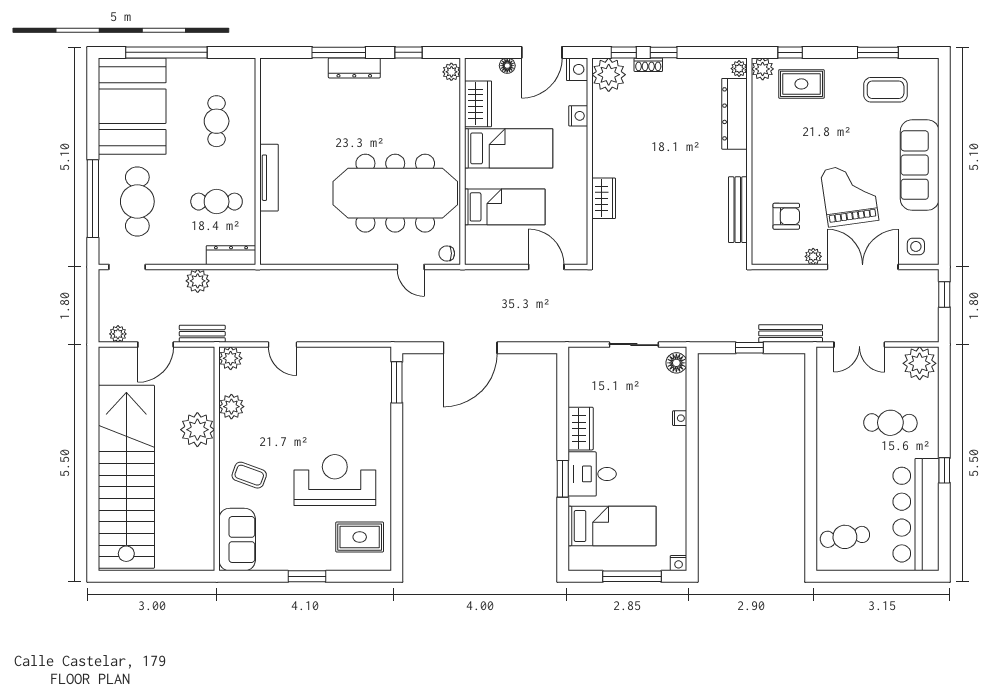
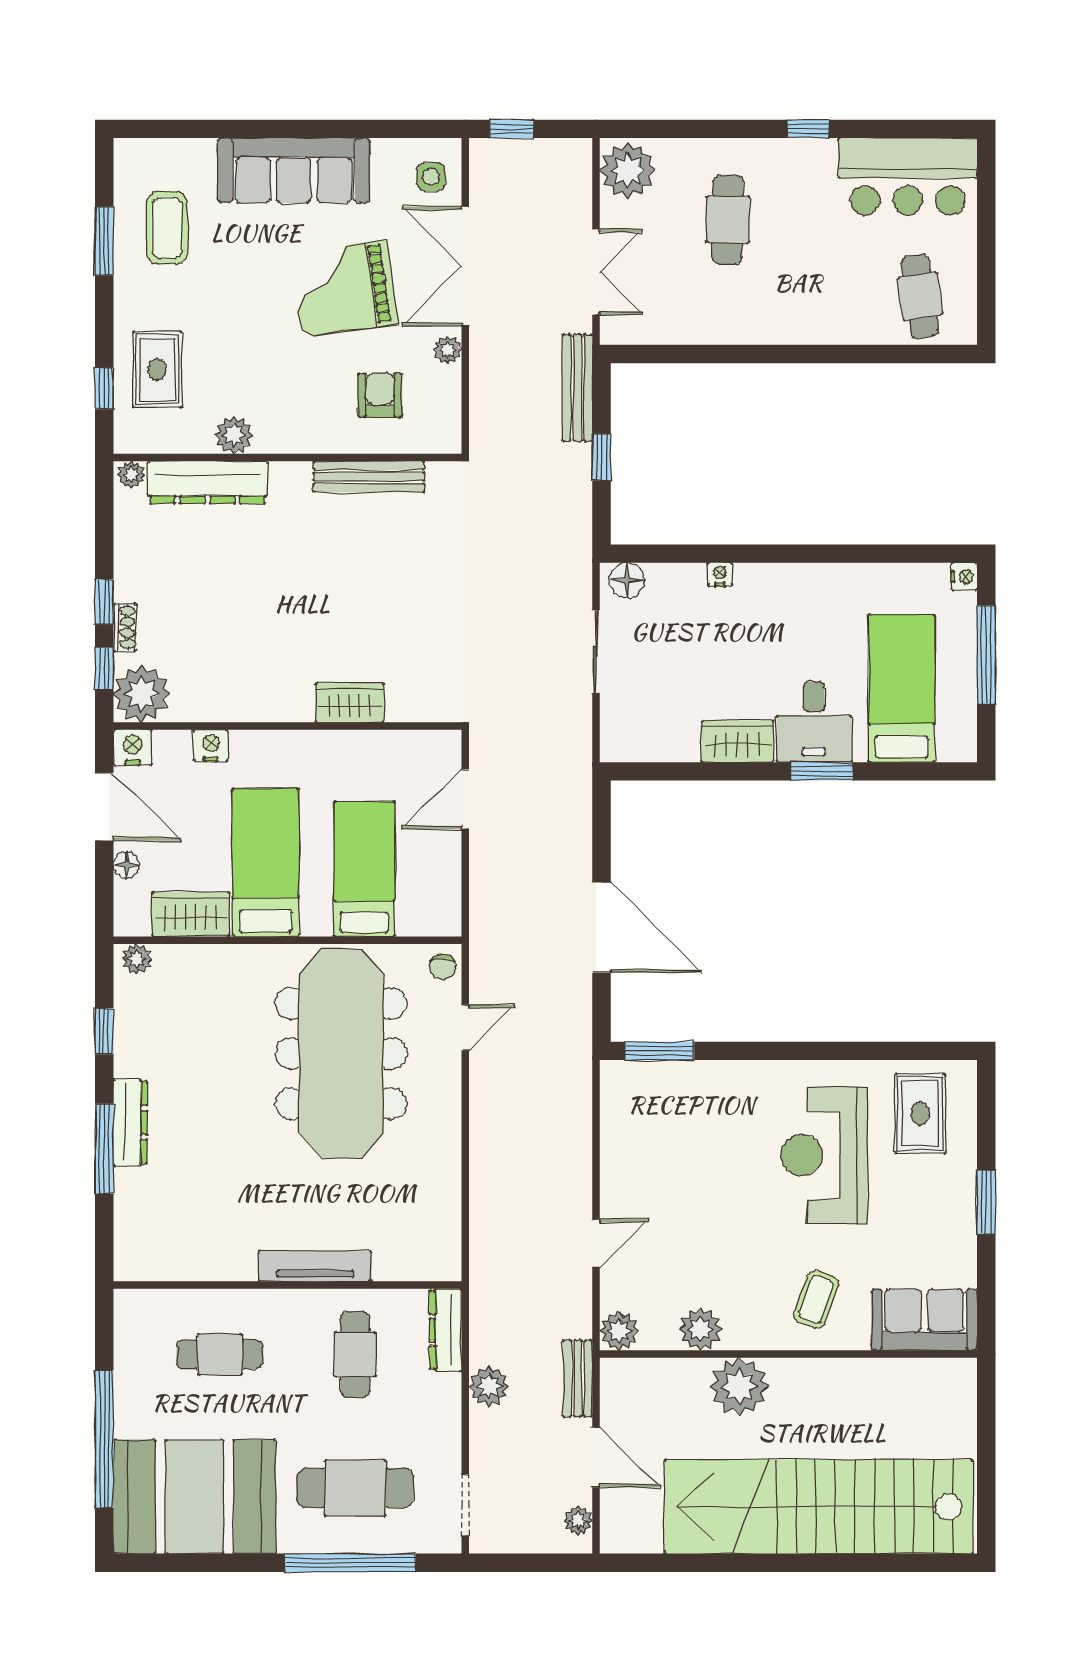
plant: (763, 69) -> (234, 435), moved
bar counter: (916, 515) -> (908, 177), width x0.73

